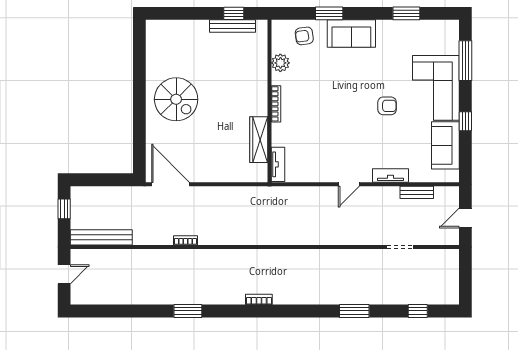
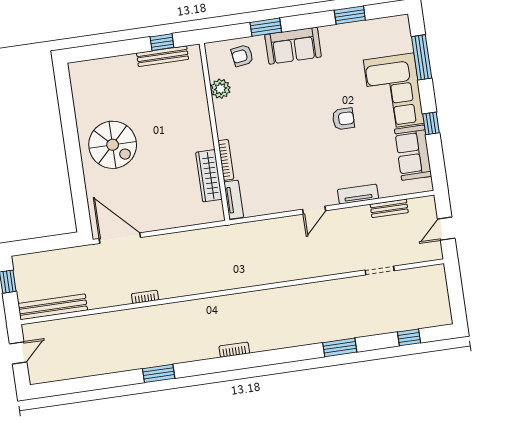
bookcase: (276, 104) -> (226, 160), moved

